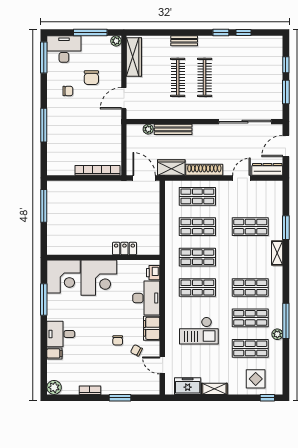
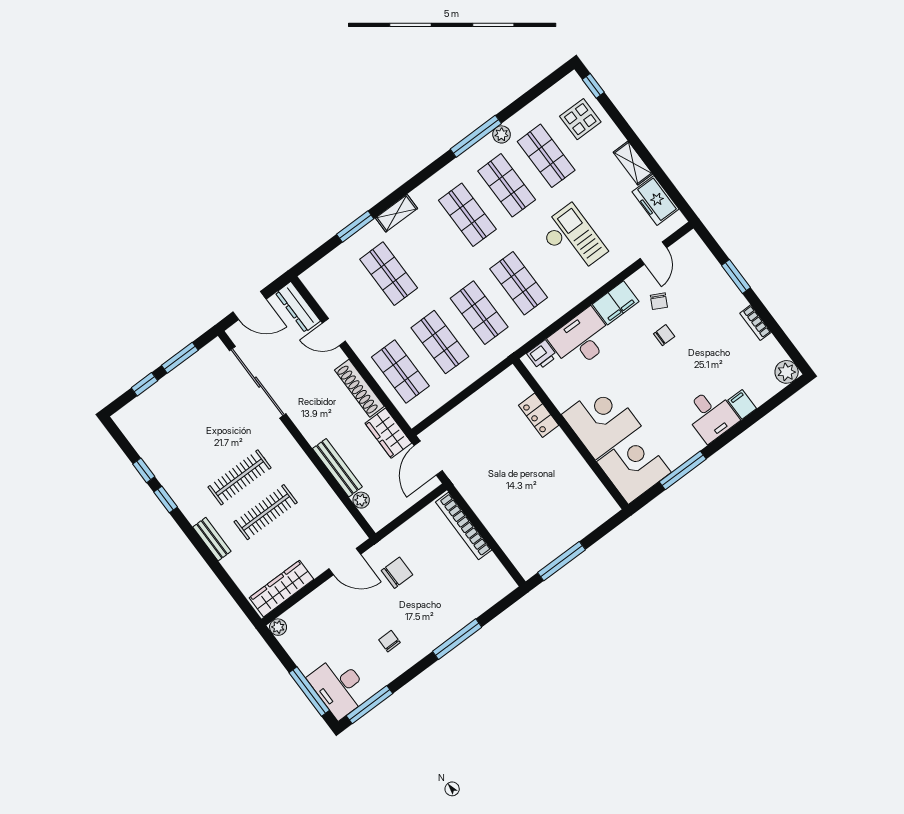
window: (90, 33) -> (309, 691), moved
chair: (91, 78) -> (397, 573), moved

